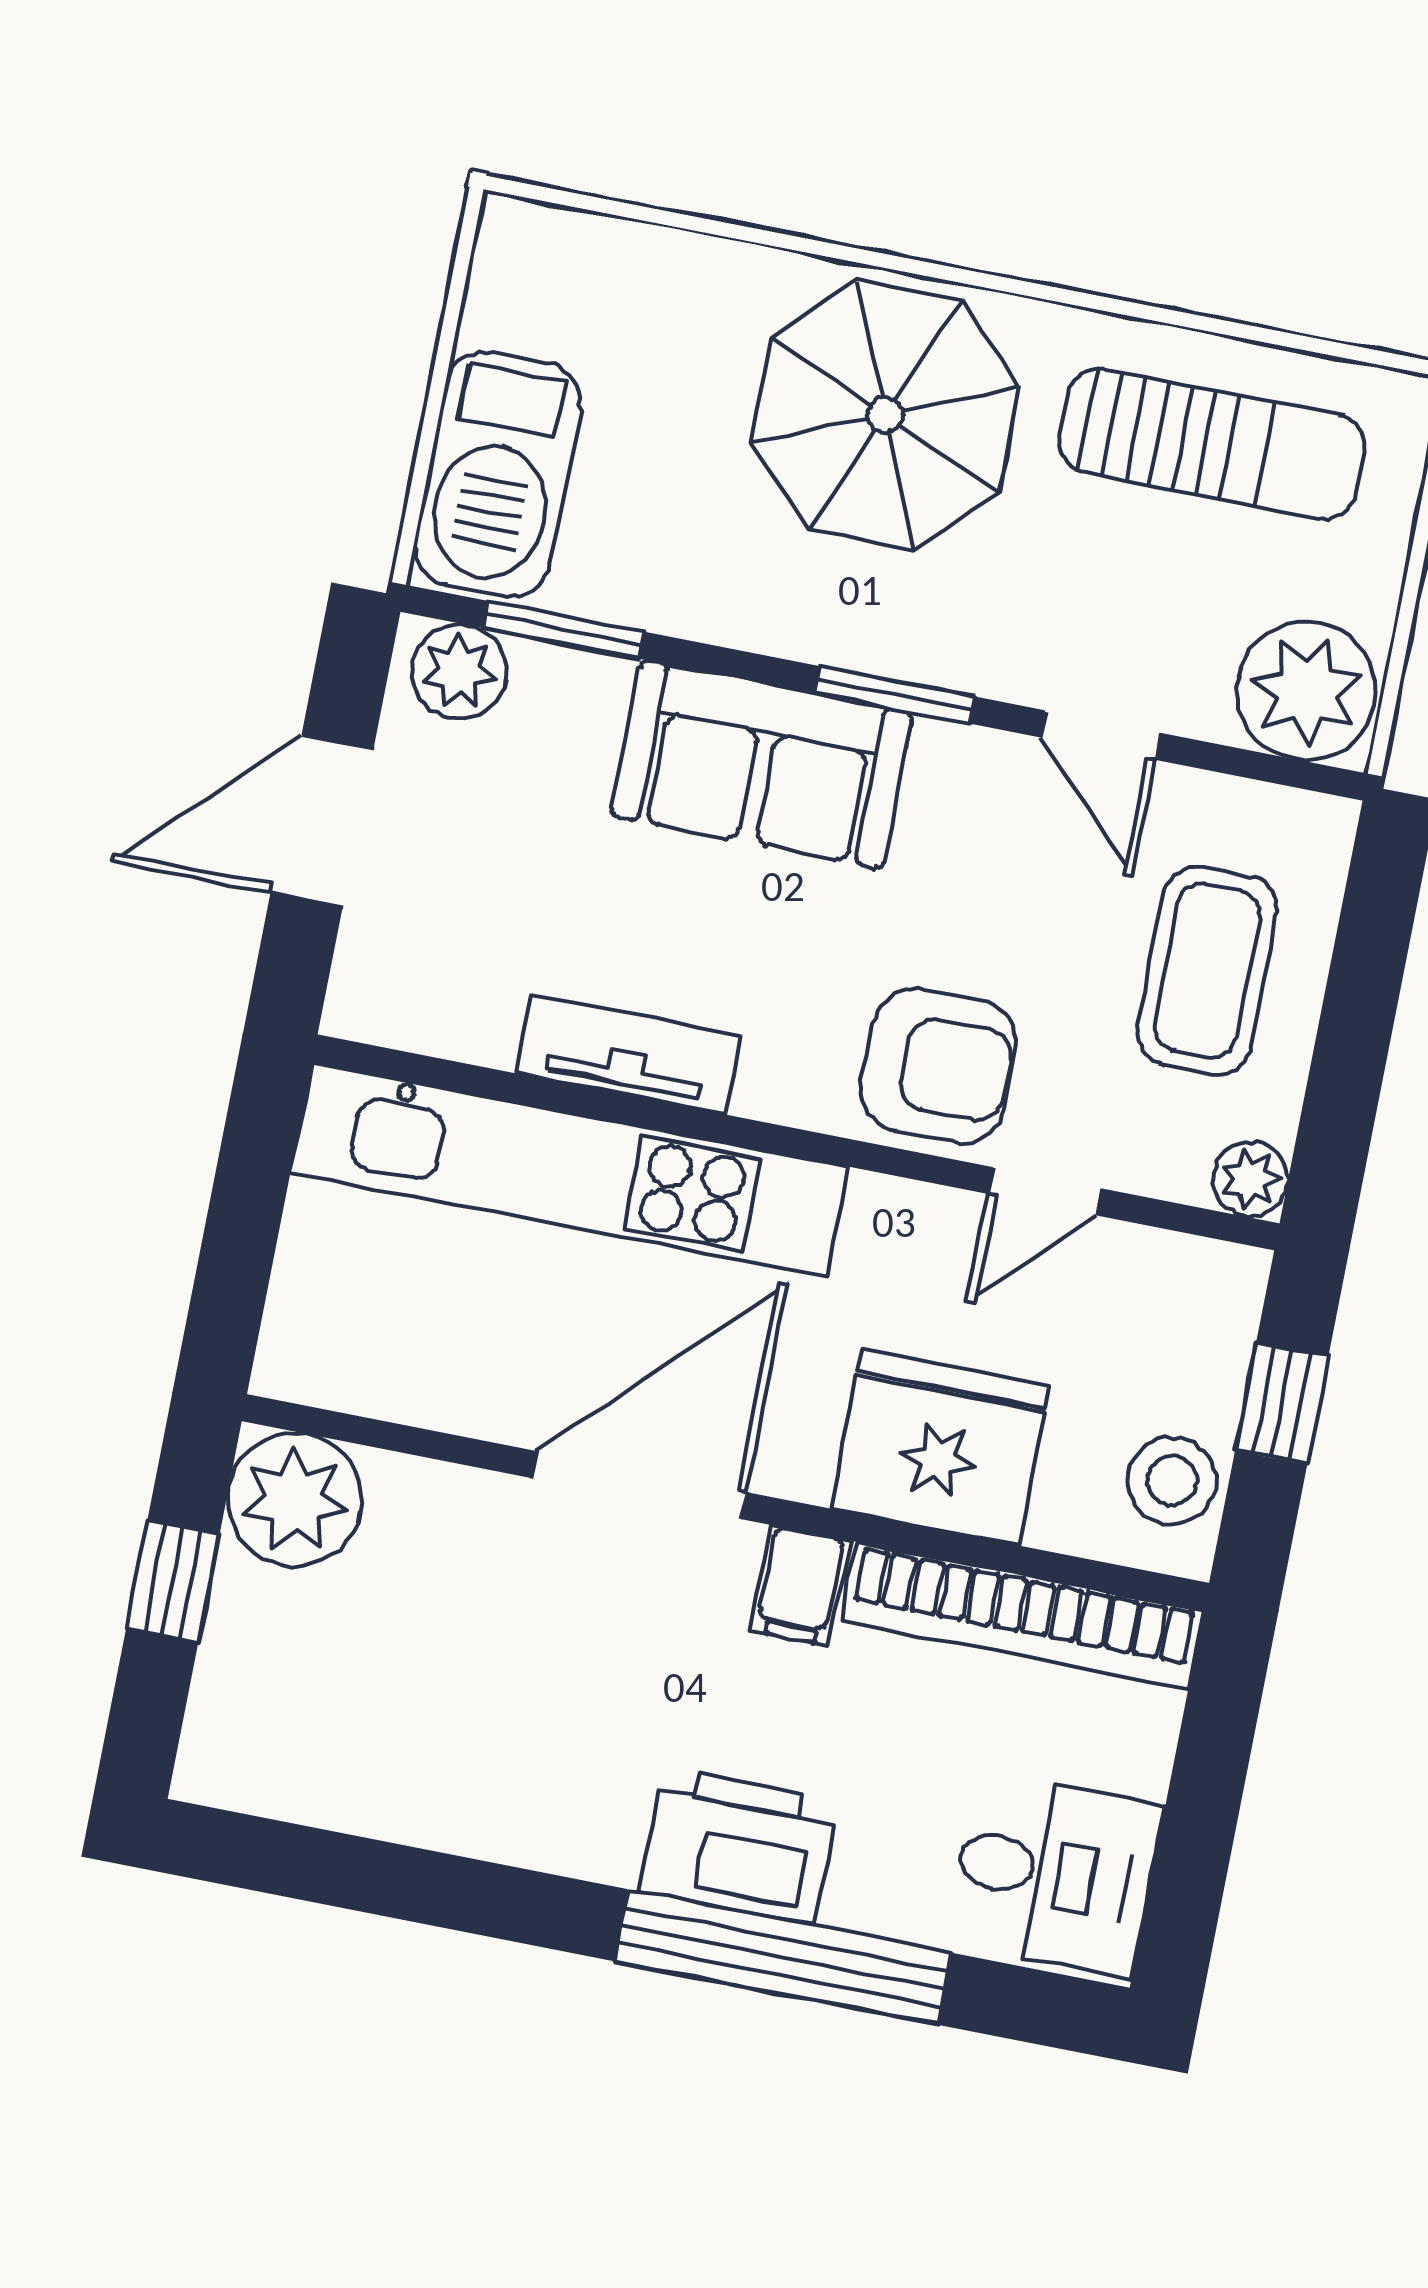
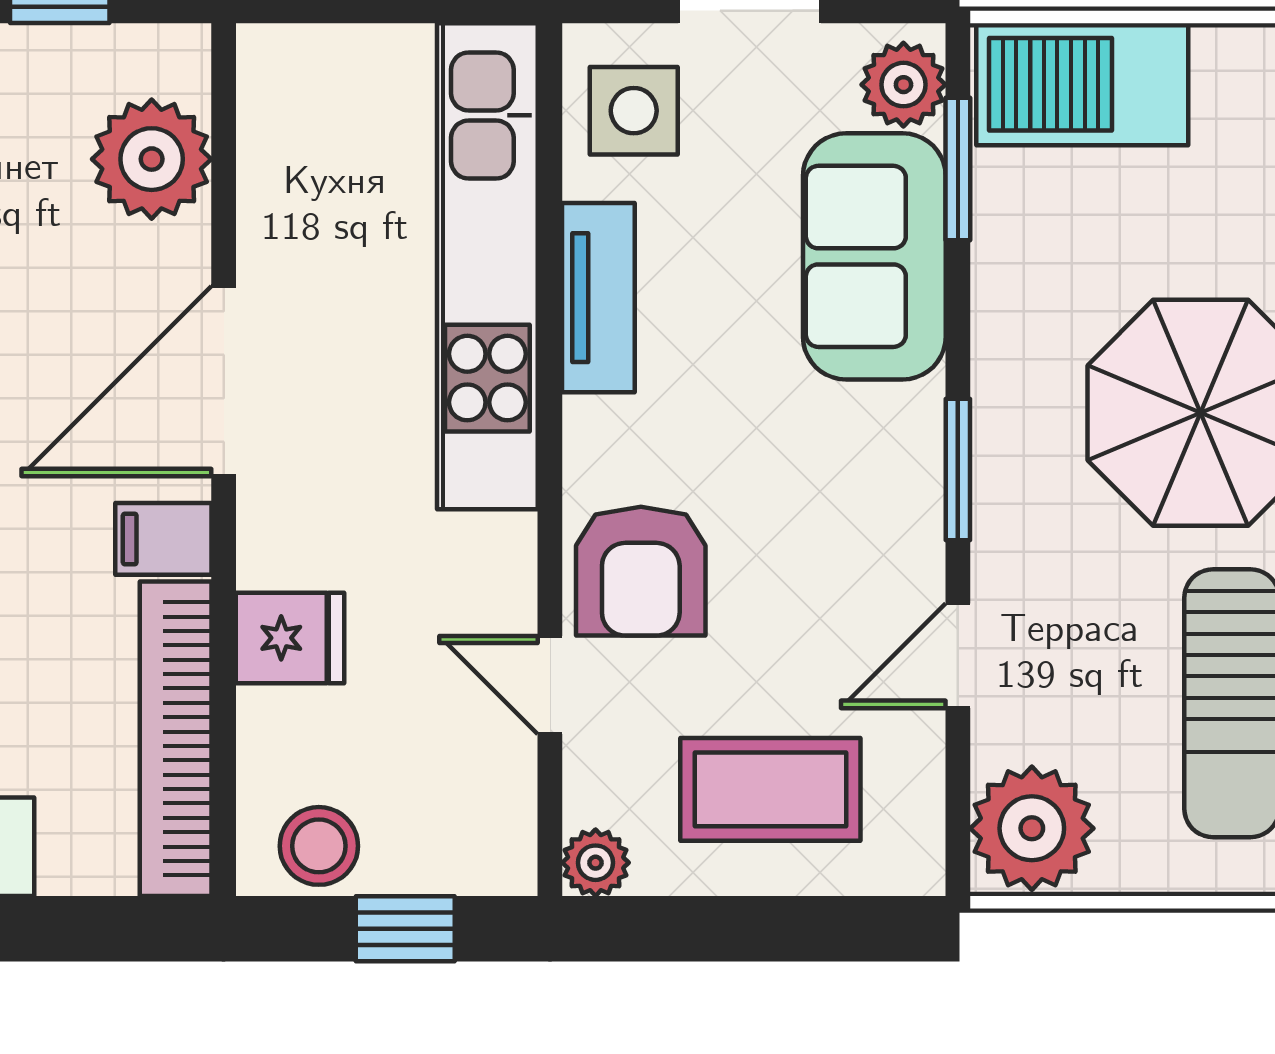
sofa: (762, 764) -> (874, 256), moved
side table: (429, 975) -> (634, 111), added
fridge: (940, 1447) -> (290, 638), width x0.53, depth x0.75
door: (639, 1485) -> (224, 381), swing flipped
plant: (294, 1500) -> (152, 159), moved

